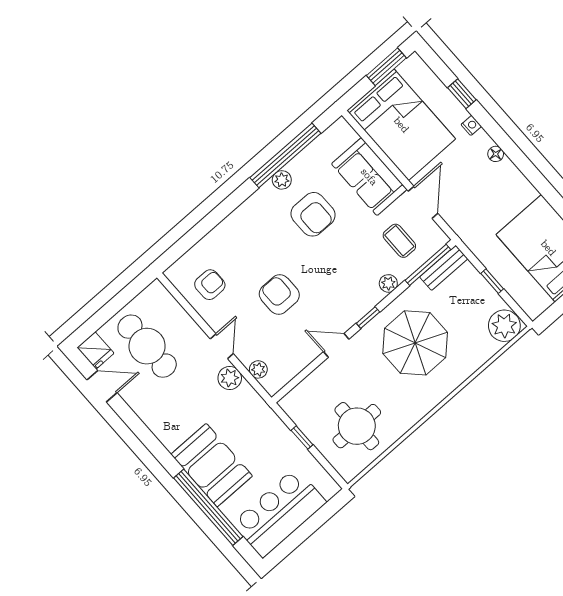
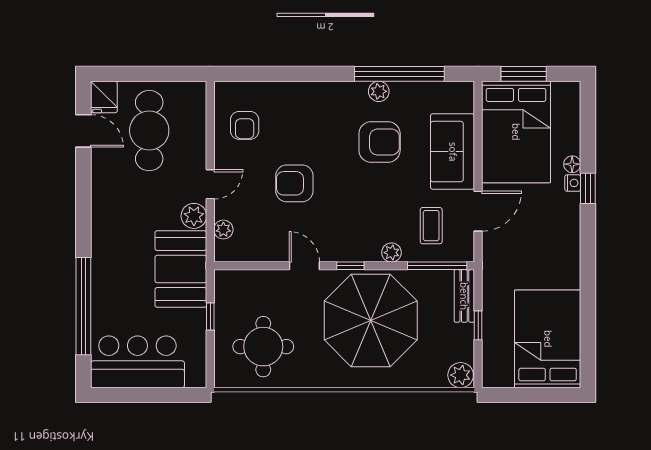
window: (386, 67) -> (524, 74), moved
window: (462, 94) -> (588, 188), moved
floor lamp: (496, 154) -> (572, 164), moved
armchair: (313, 214) -> (380, 142), turned -90
bench: (444, 268) -> (464, 296), moved, turned 90
armchair: (210, 285) -> (245, 125), turned 90
armchair: (279, 295) -> (294, 183), turned -90
plant: (504, 326) -> (461, 375), width x0.73, depth x0.73
parasol: (415, 343) -> (371, 320), width x1.36, depth x1.36
booth: (212, 465) -> (181, 269), moved

